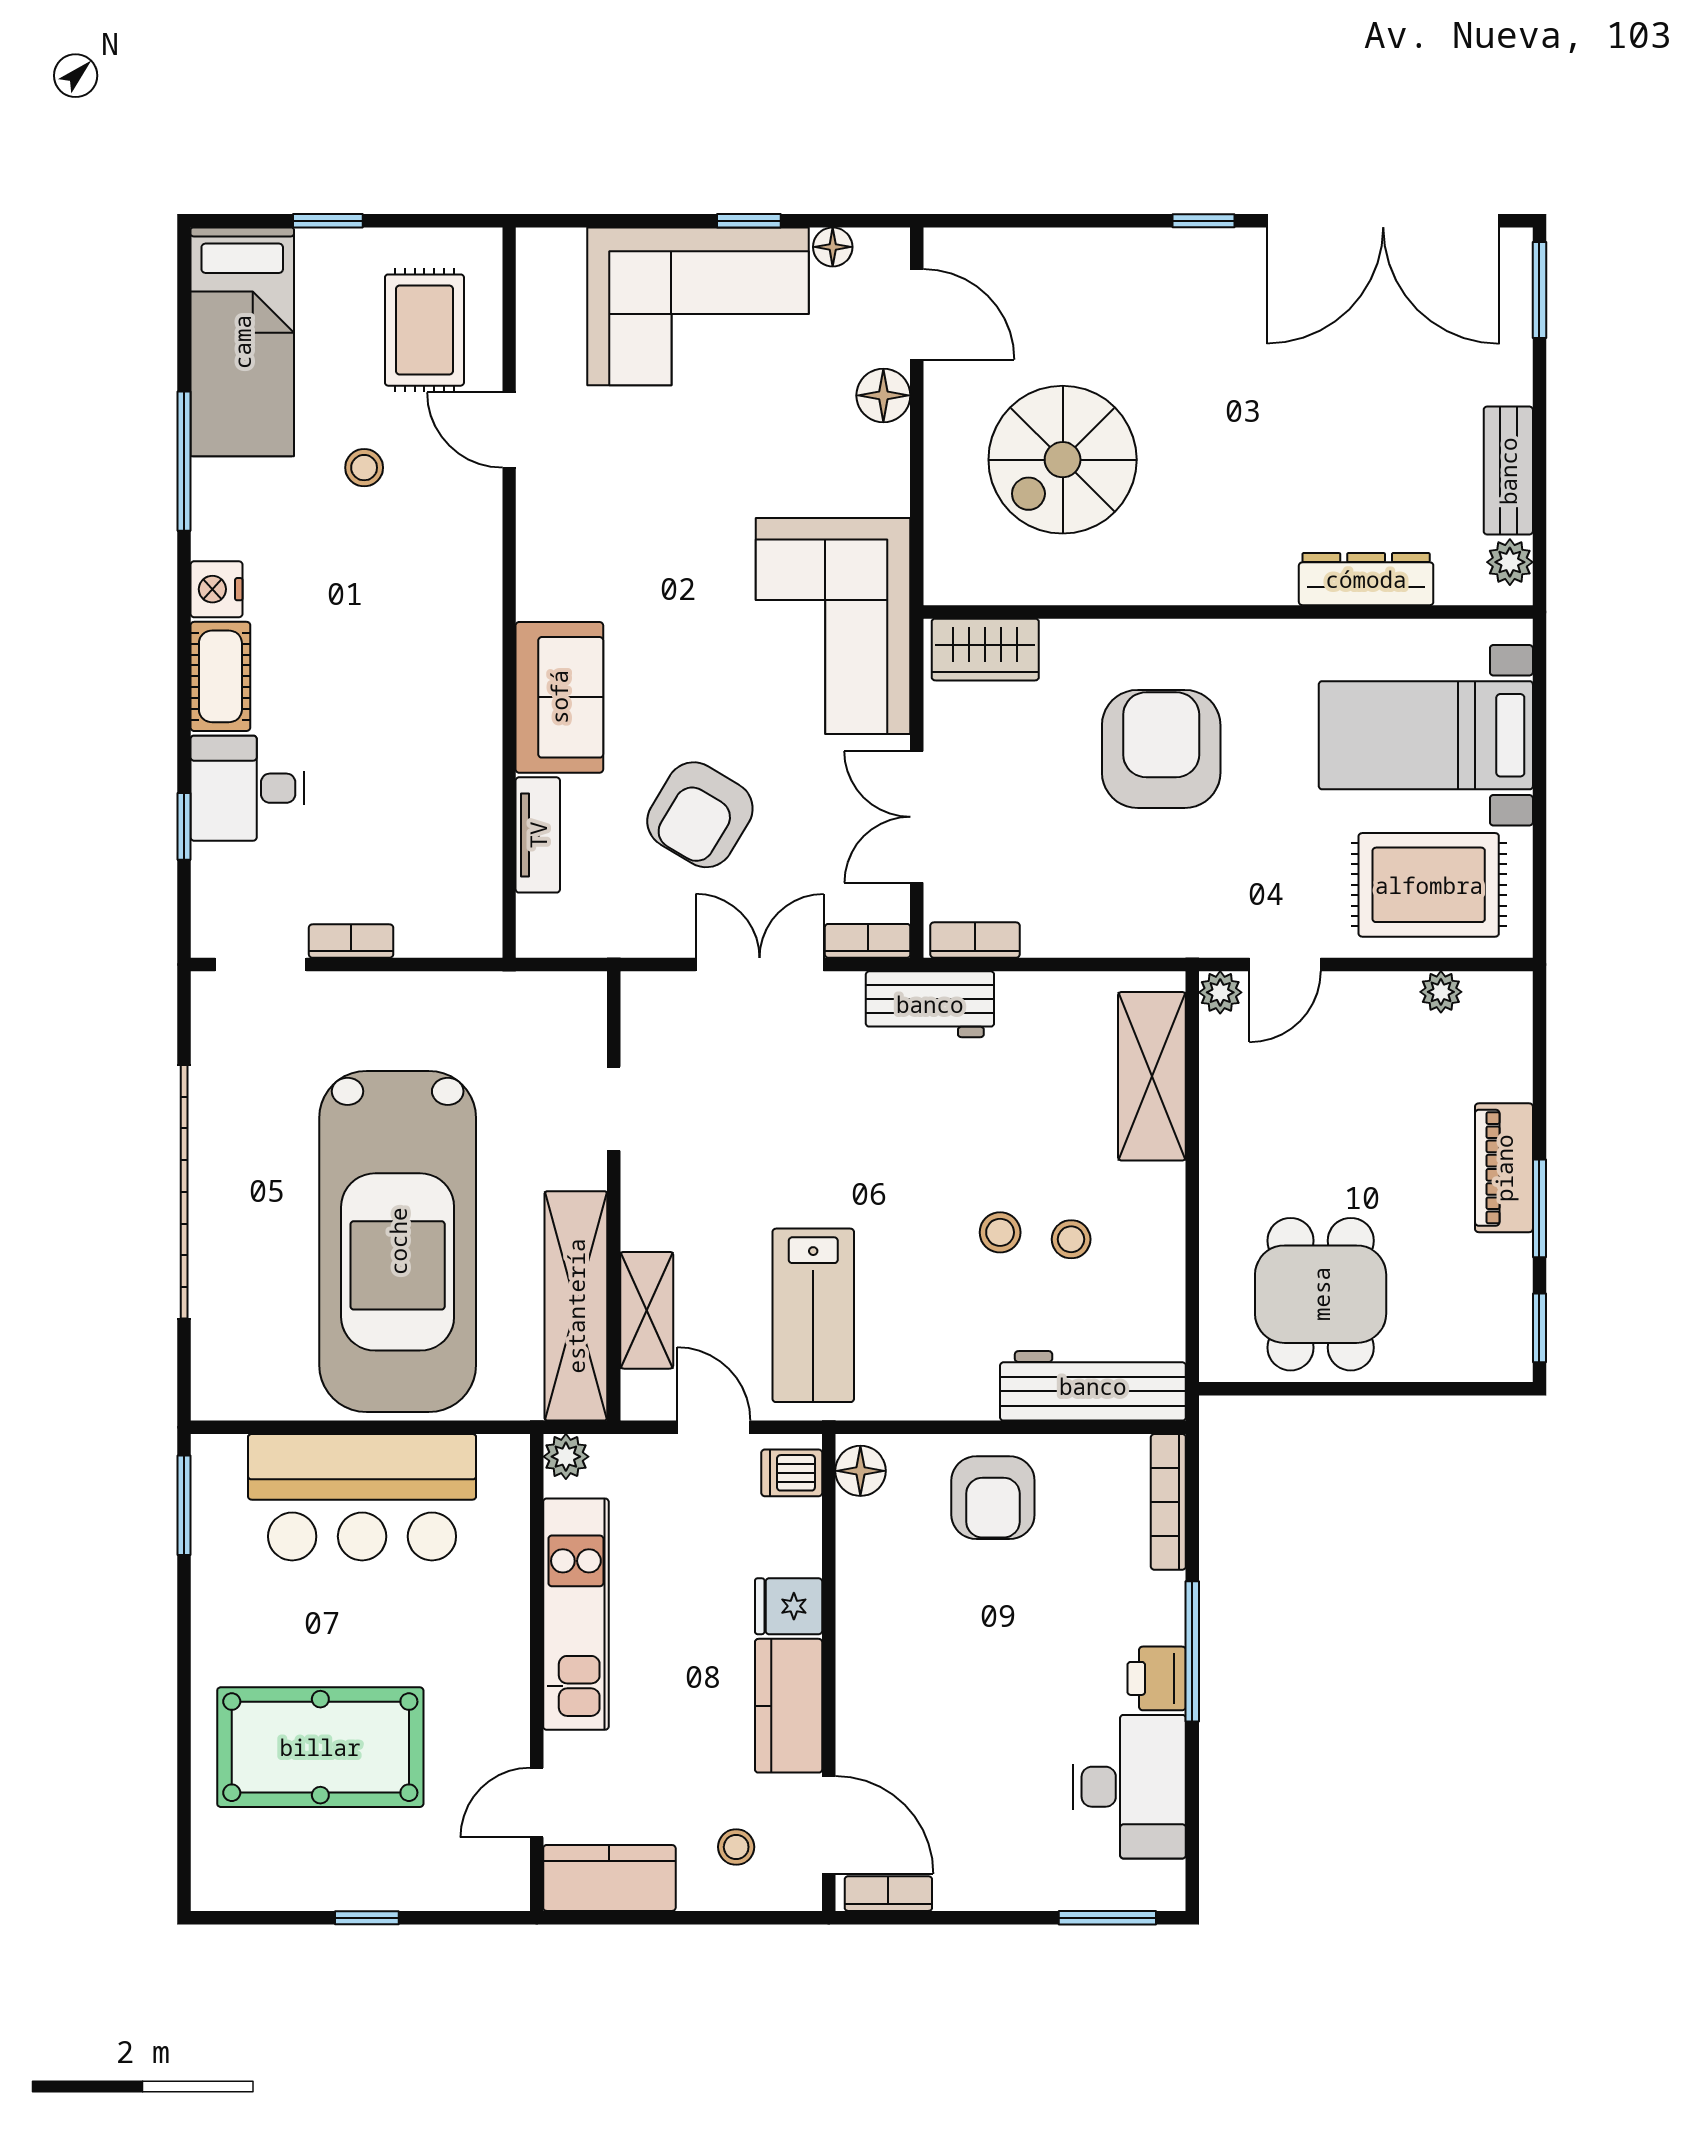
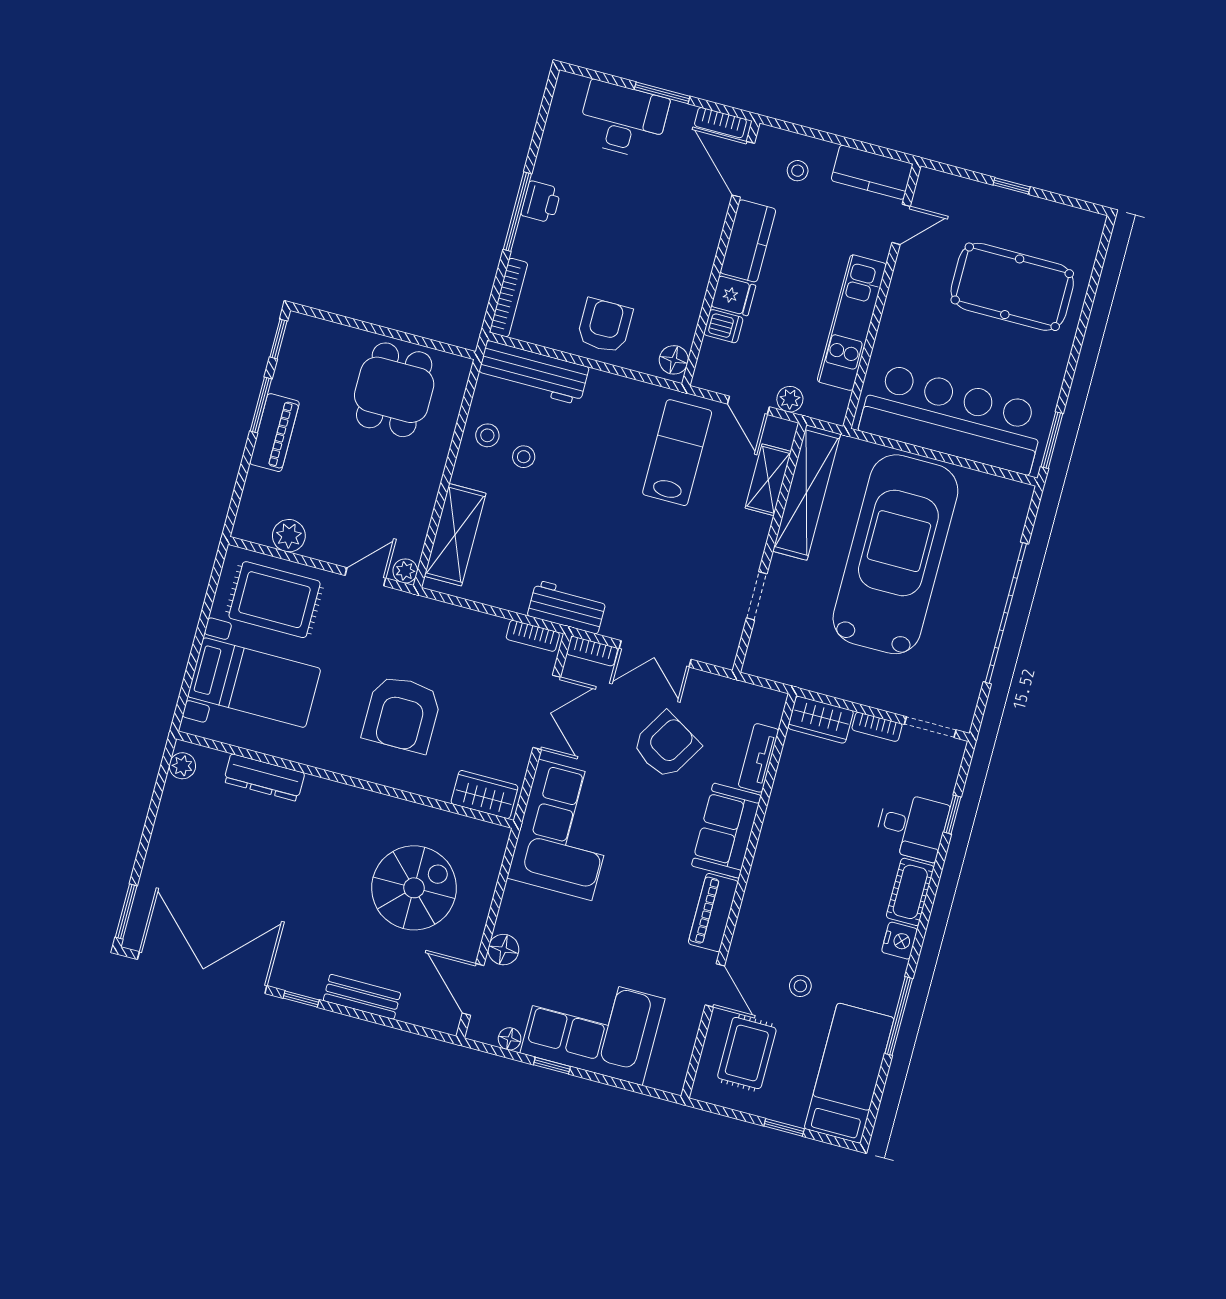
bench: (1508, 471) -> (362, 997), moved, turned 90
piano: (545, 553) -> (713, 913), added
wardrobe: (450, 928) -> (821, 720), added
plant: (1441, 992) -> (289, 536), width x1.38, depth x1.38
stool: (1000, 1232) -> (487, 435), moved
plant: (566, 1457) -> (790, 399), moved
dishwasher: (792, 1473) -> (723, 326), moved
bar counter: (362, 1497) -> (953, 418), width x1.36
desk: (1129, 1787) -> (623, 120), moved, turned 90
window: (1107, 1918) -> (662, 93), moved

